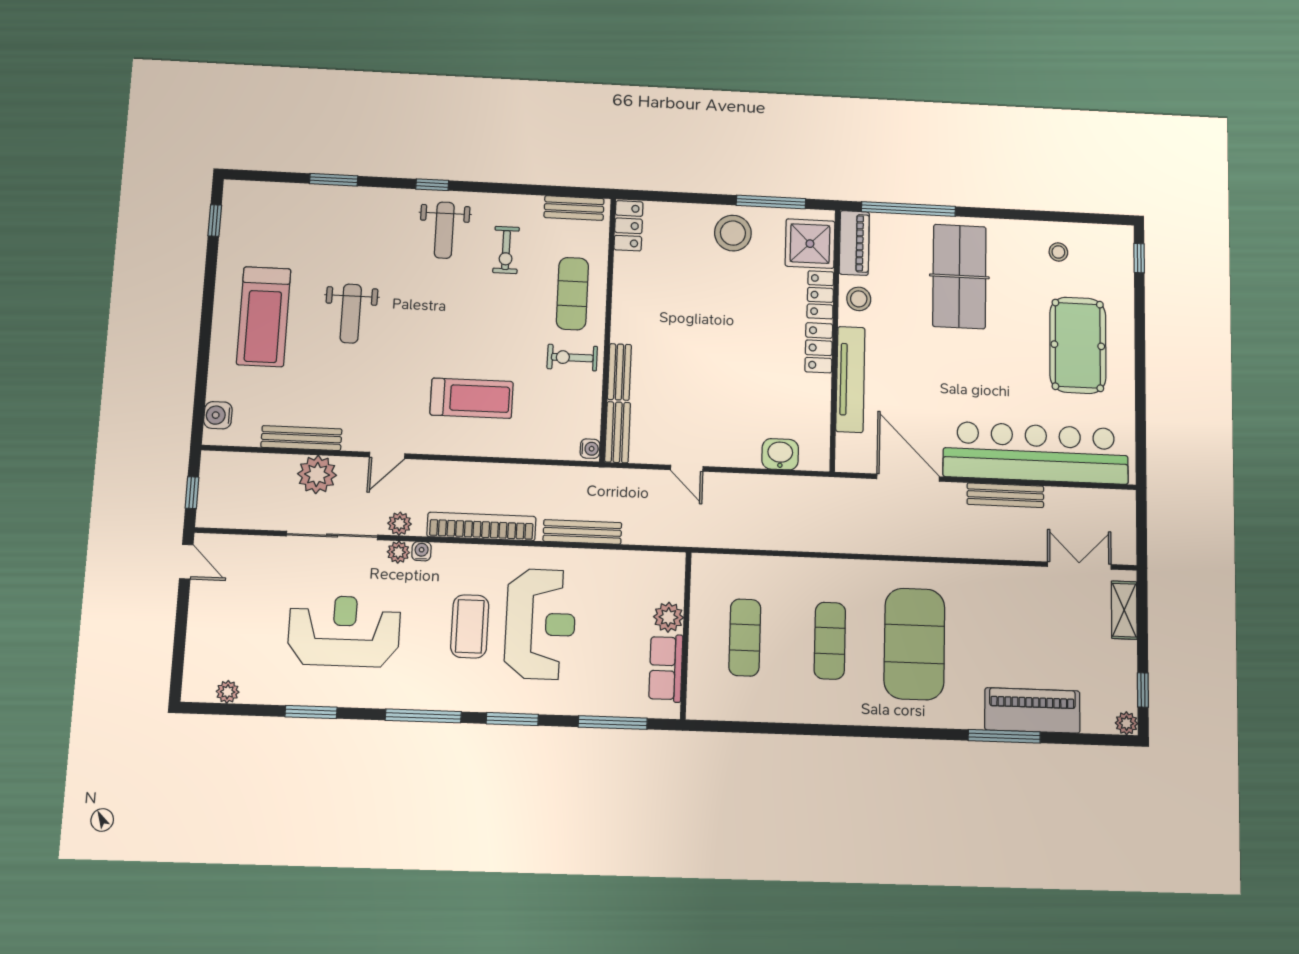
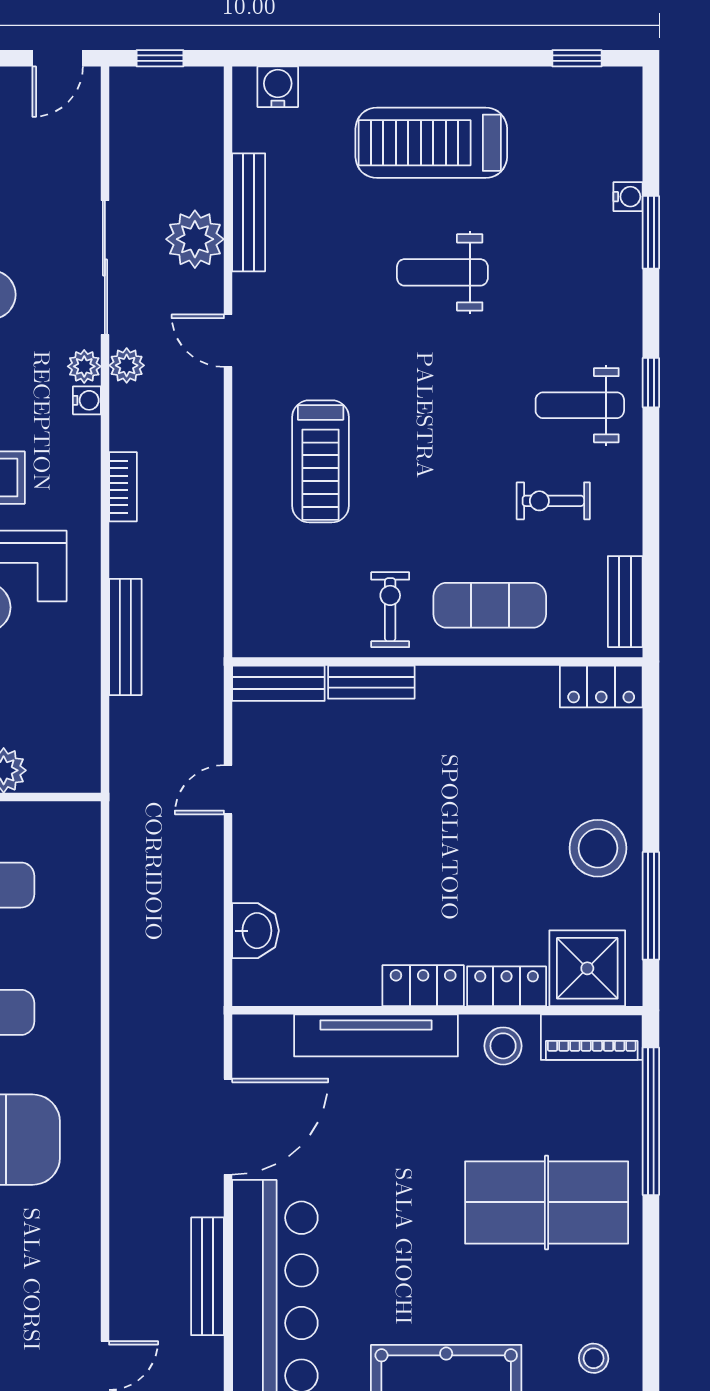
water cooler: (590, 449) -> (628, 197), moved, turned -90
bookcase: (481, 527) -> (123, 487), width x0.43, depth x0.76

